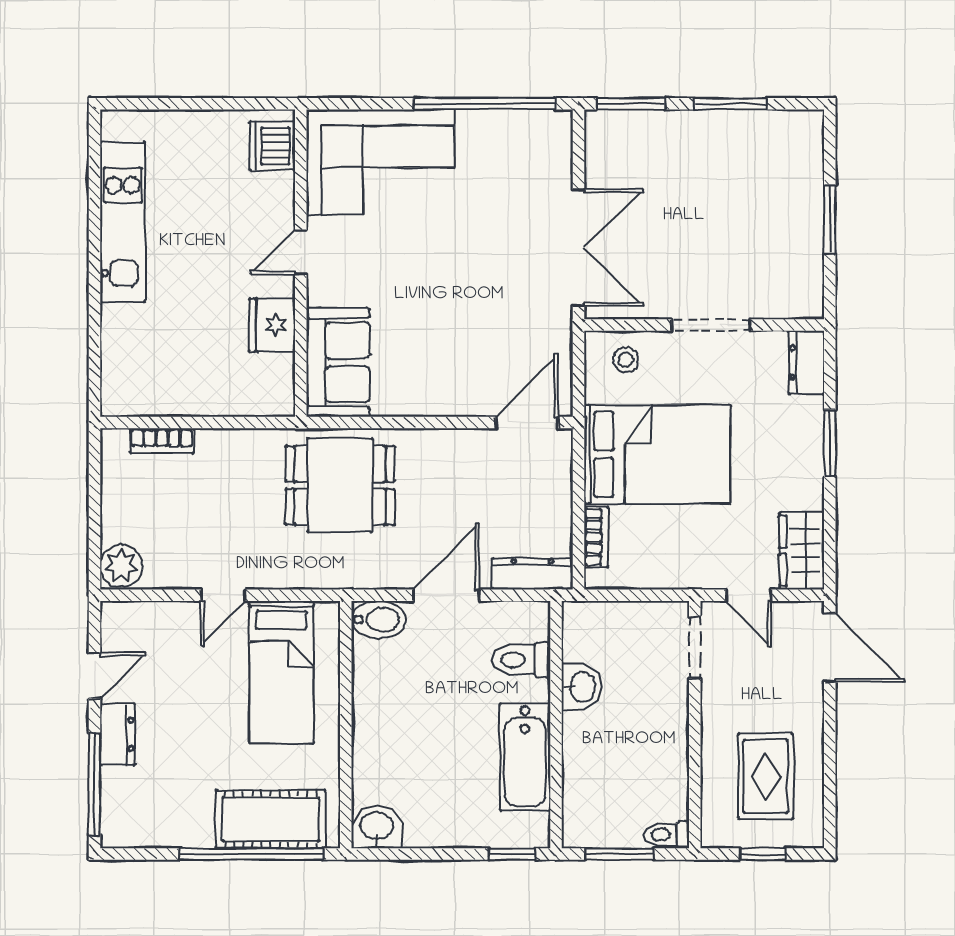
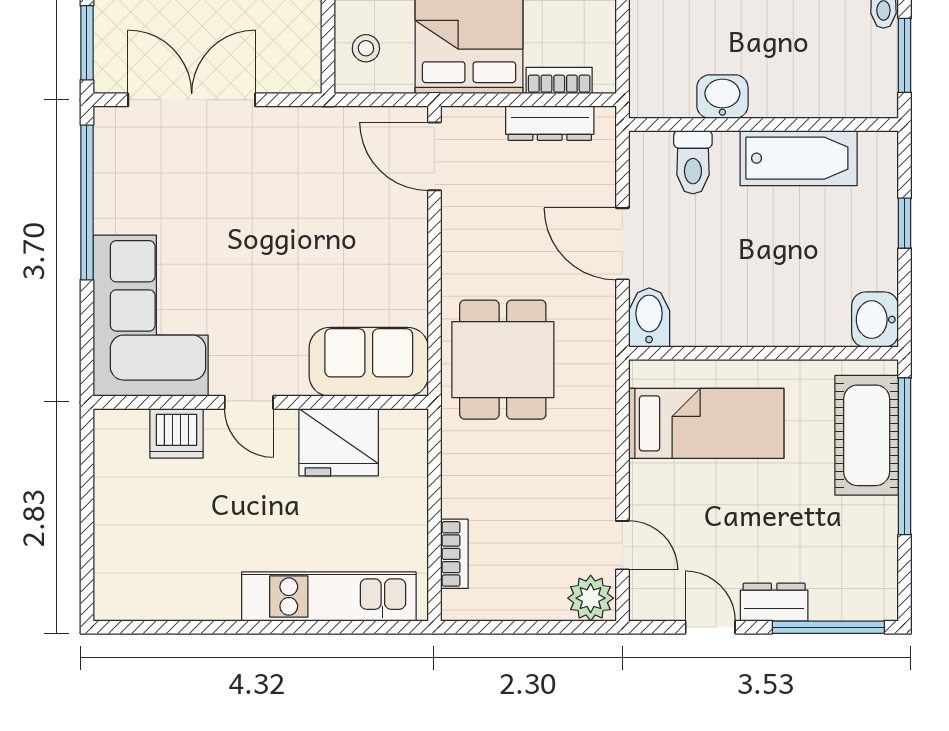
dishwasher: (272, 146) -> (177, 433), moved
kitchen unit: (123, 222) -> (329, 597), moved
double door: (578, 248) -> (192, 100), moved
fridge: (272, 325) -> (339, 442), width x1.36, depth x1.34
dresser: (532, 574) -> (550, 123), moved, turned -90
door: (223, 595) -> (622, 545), moved
window: (512, 854) -> (905, 223), moved

